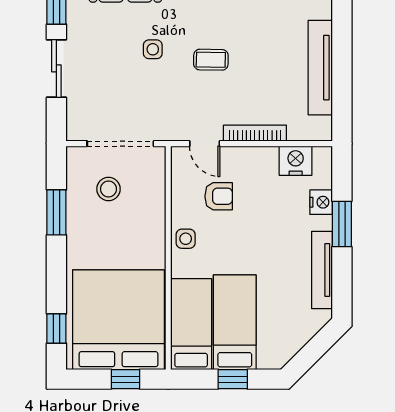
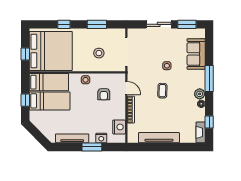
door: (205, 144) -> (126, 88), swing flipped
stool: (108, 189) -> (99, 53), moved
window: (56, 329) -> (64, 24), moved

